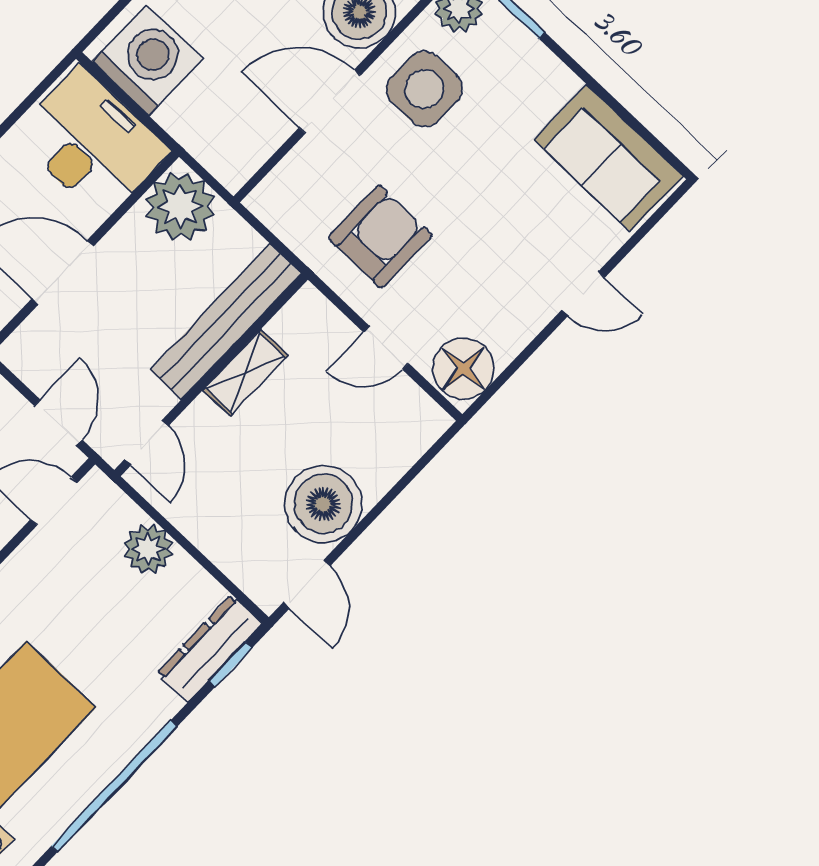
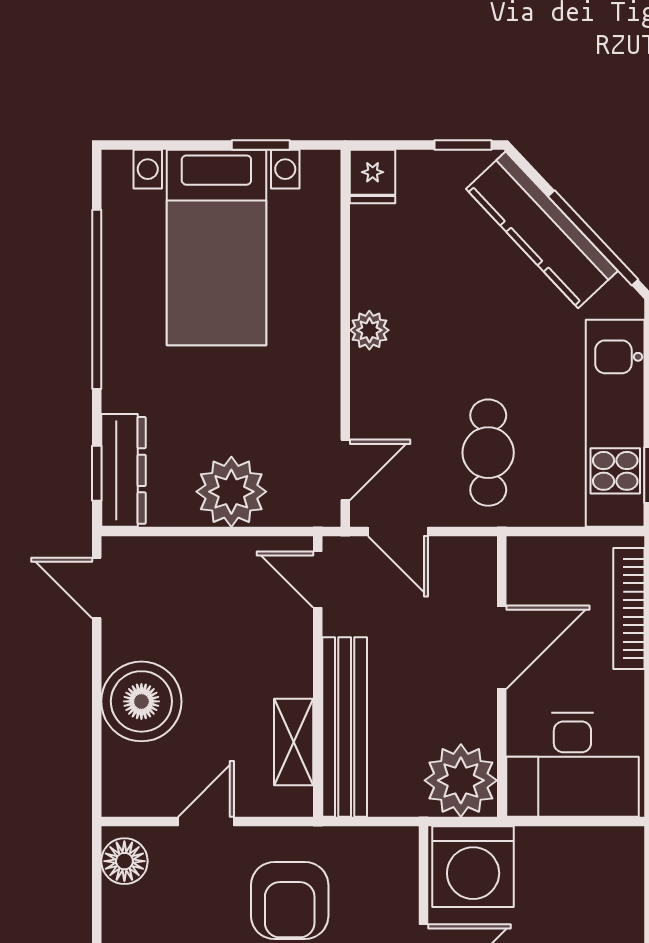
washing machine: (147, 60) -> (473, 867), moved
floor lamp: (463, 369) -> (124, 861), width x0.73, depth x0.73
shelving: (245, 373) -> (294, 742), moved
boiler: (323, 504) -> (141, 701), moved
plant: (148, 549) -> (231, 492), width x1.36, depth x1.36

